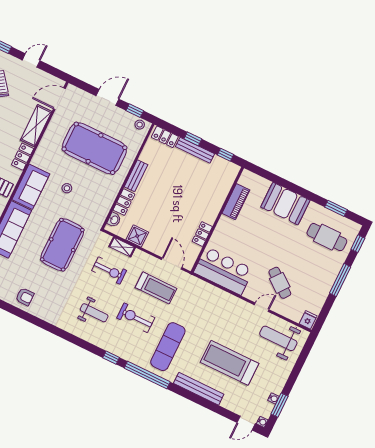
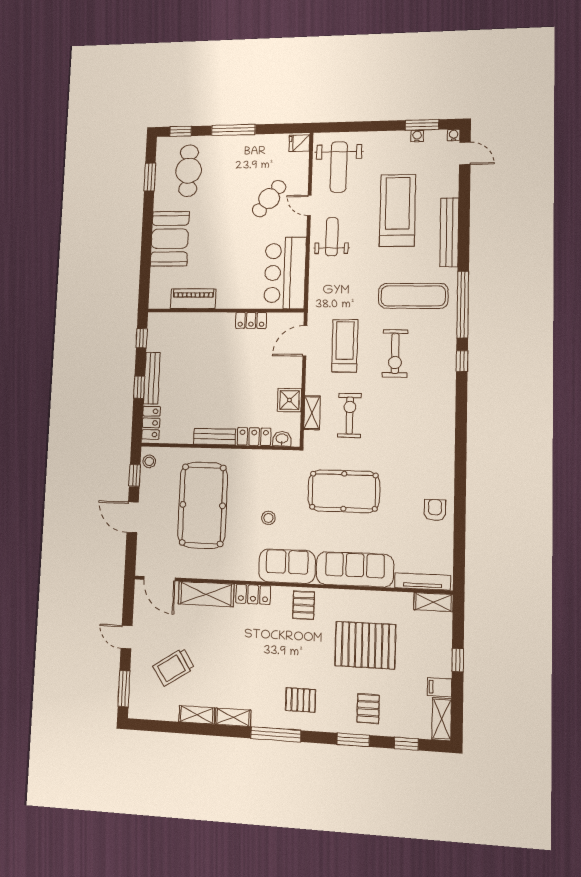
weight bench: (94, 313) -> (332, 237), moved
treadmill: (230, 363) -> (398, 210), turned 180

